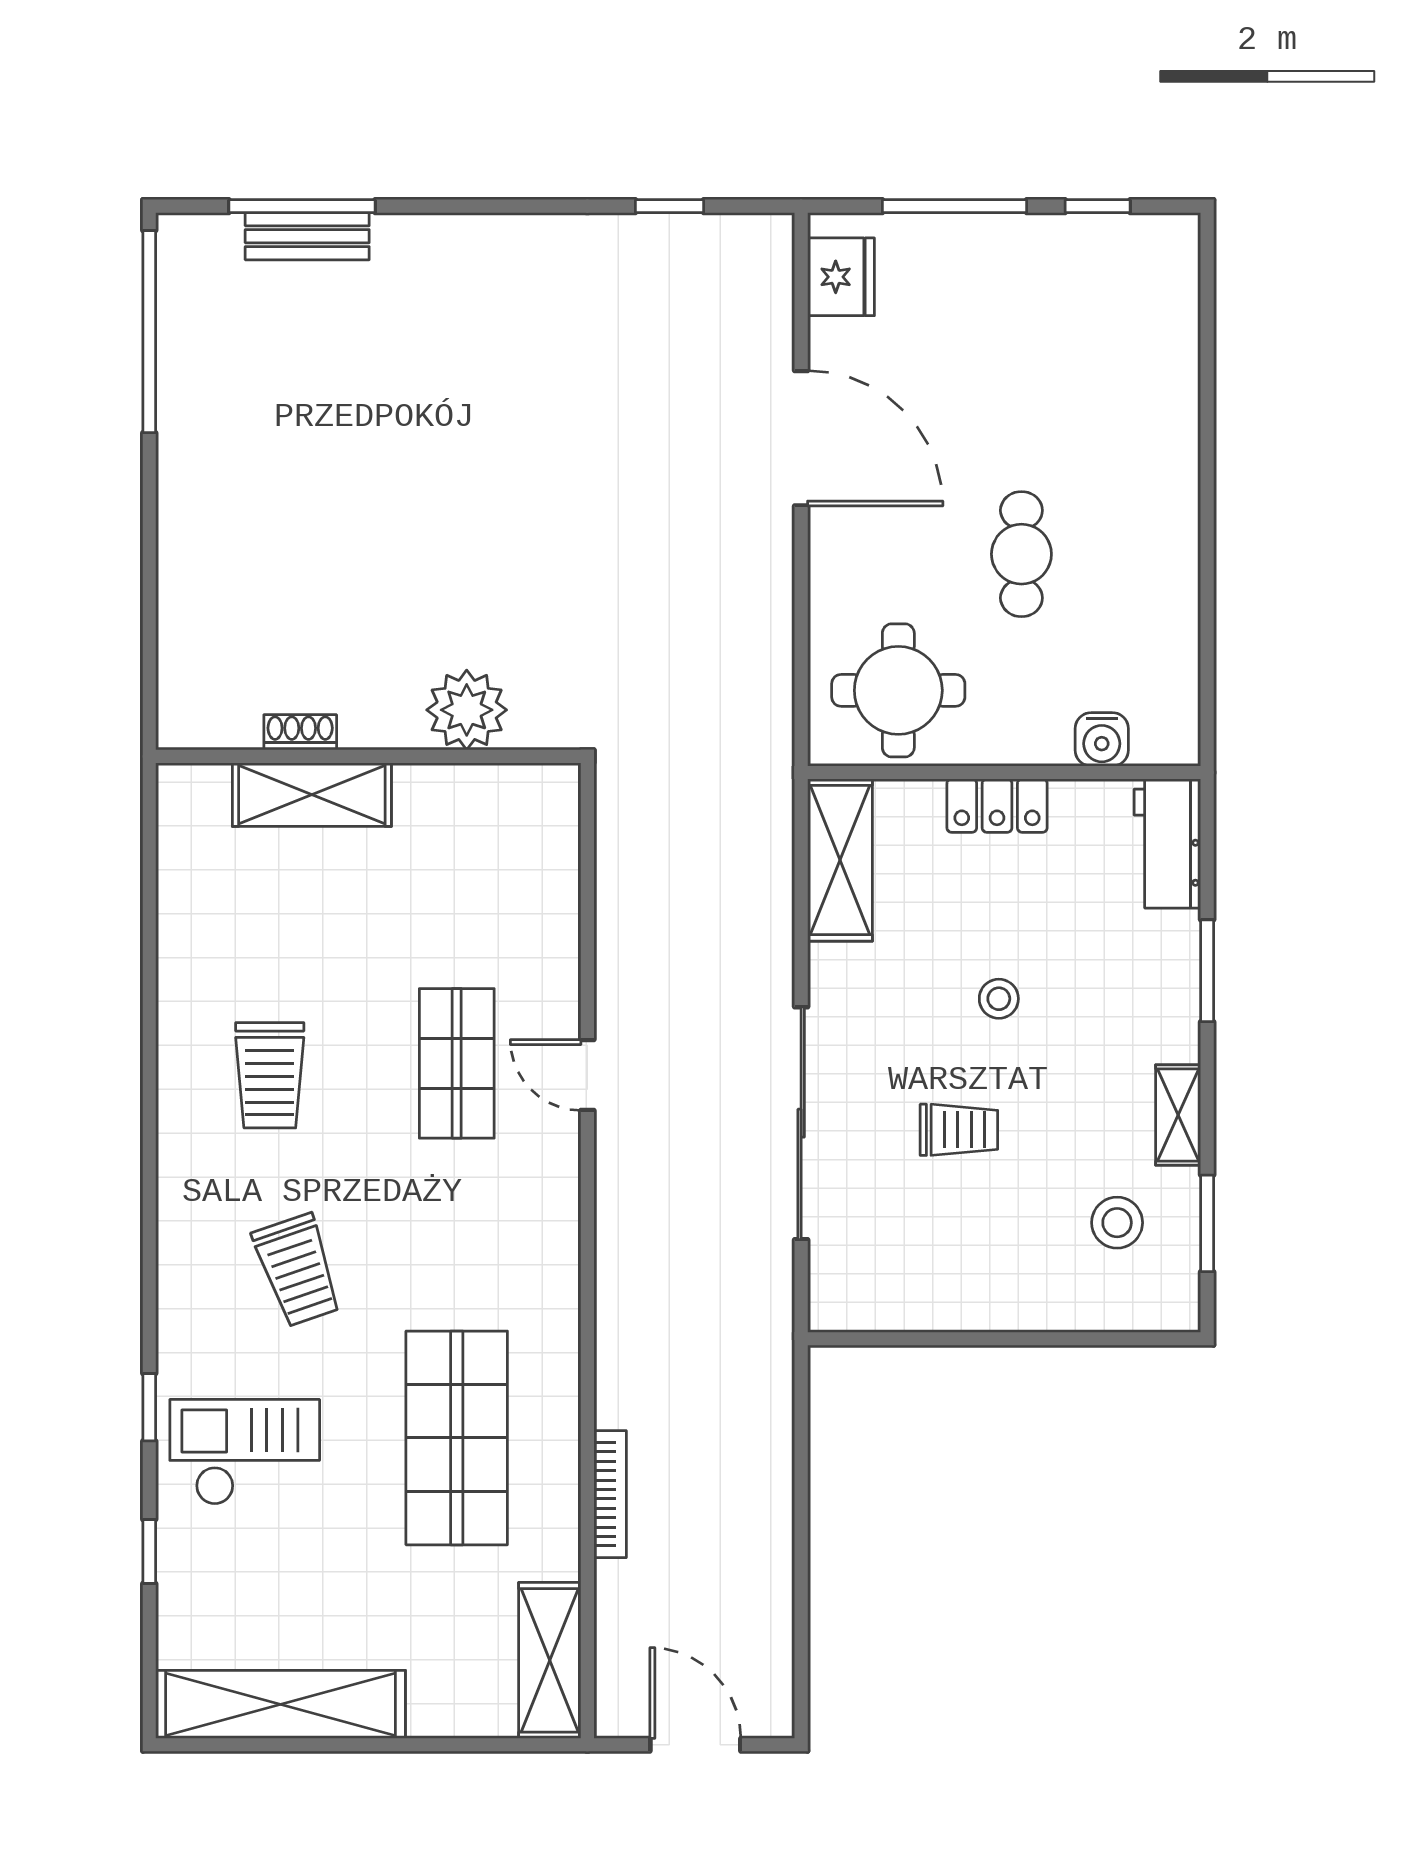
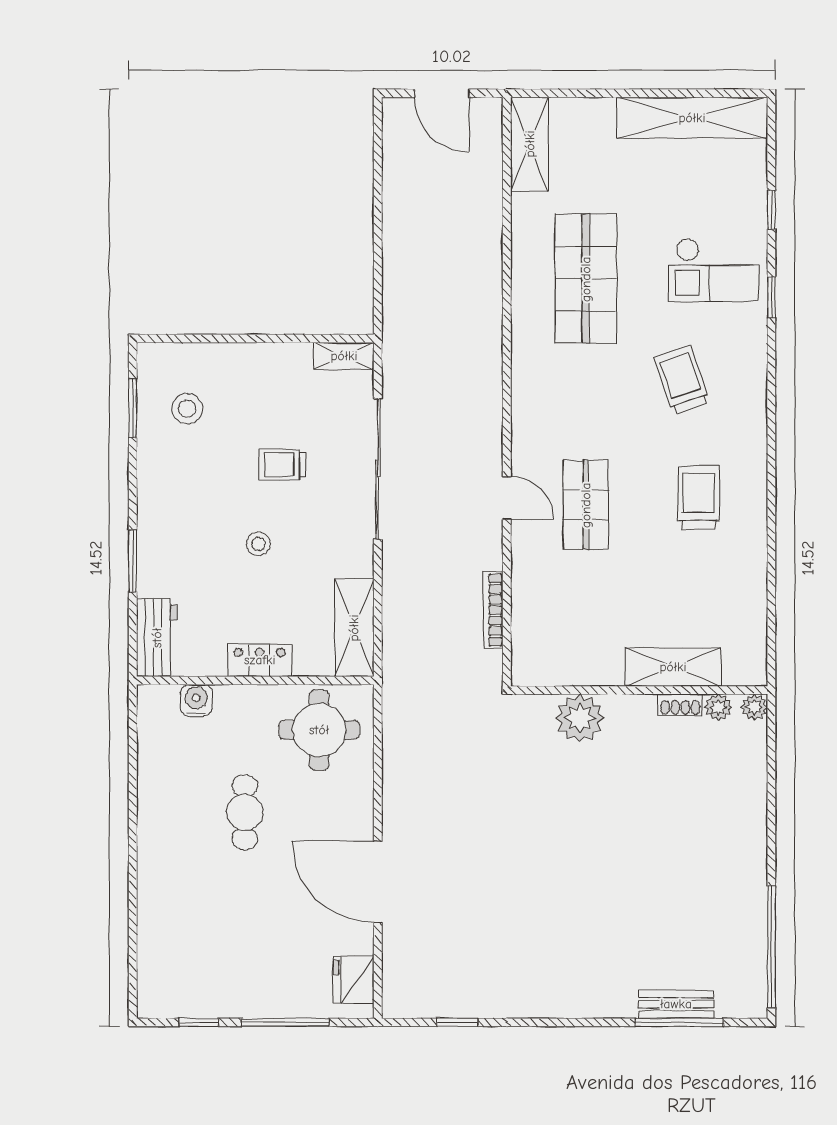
plant: (177, 728) -> (754, 707), added
plant: (237, 728) -> (718, 707), added
shelving: (1178, 1115) -> (344, 356), moved, turned 90
bookcase: (610, 1494) -> (493, 610), moved

